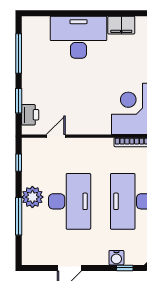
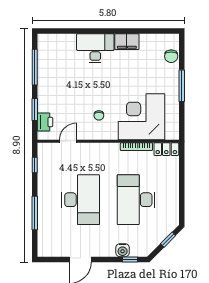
desk: (78, 37) -> (95, 48), width x0.73, depth x0.77
chair: (90, 107) -> (99, 115), added
plant: (32, 197) -> (47, 196), removed

